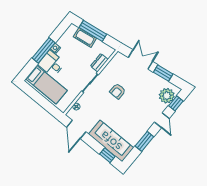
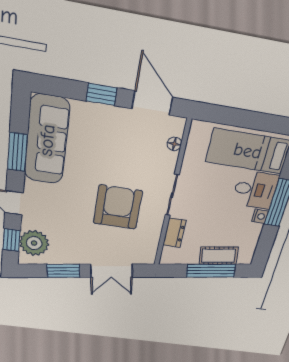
armchair: (118, 91) -> (118, 207), width x1.88, depth x1.88
sofa: (111, 141) -> (47, 140), moved, turned -90
window: (107, 155) -> (101, 94), moved

